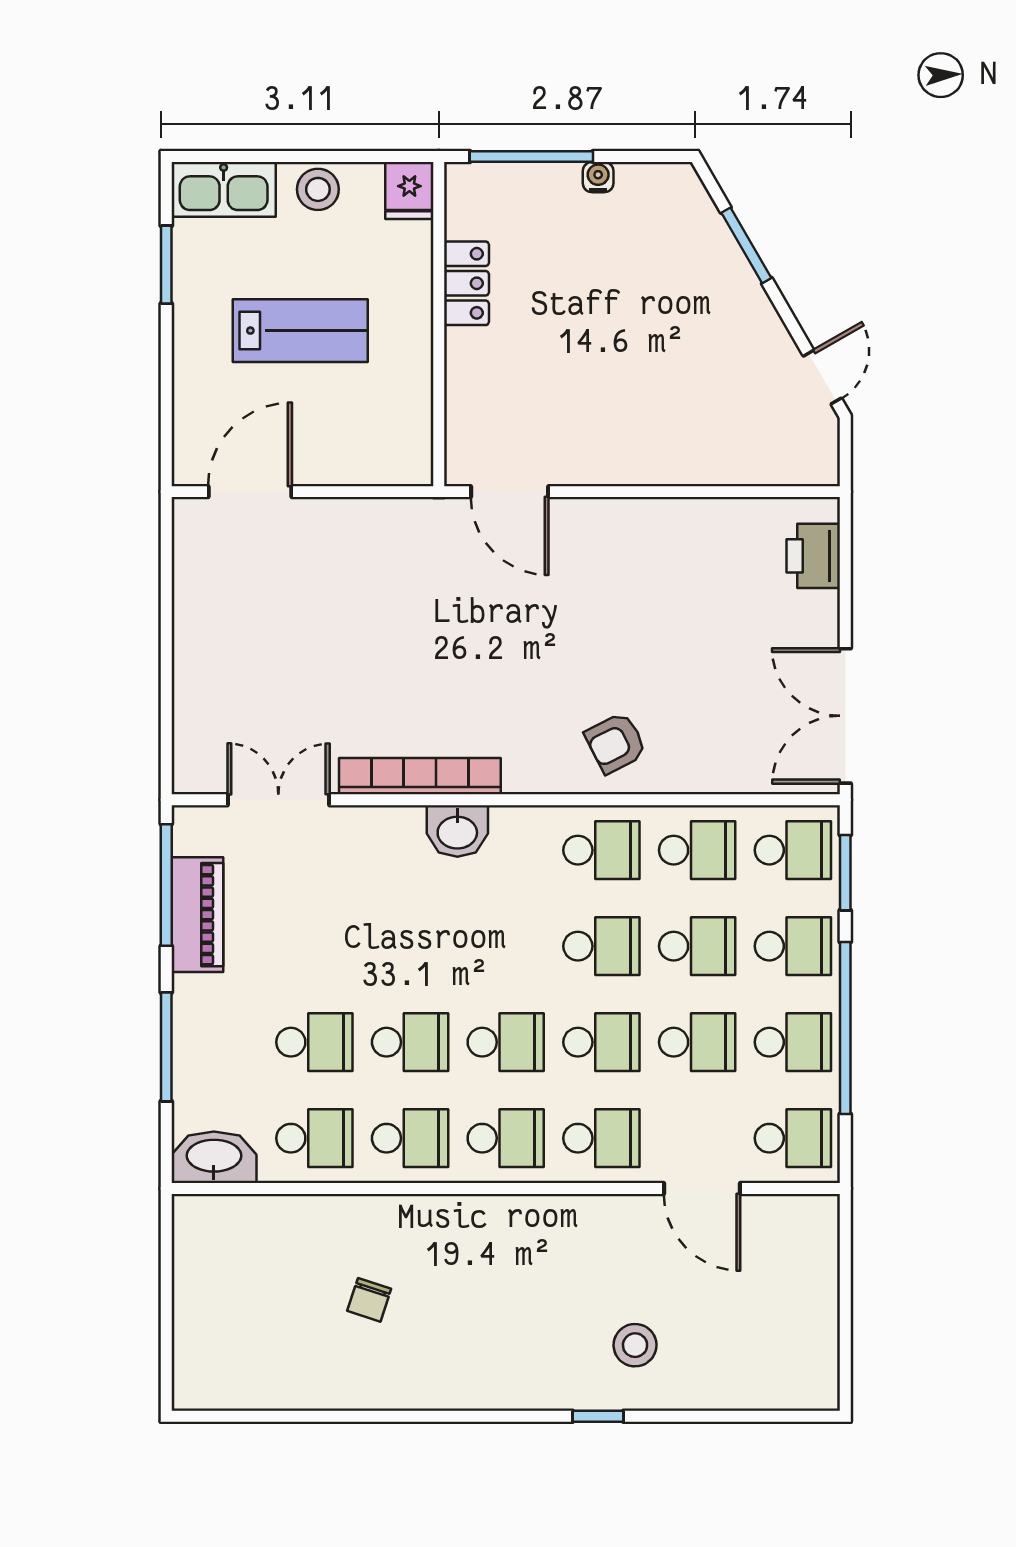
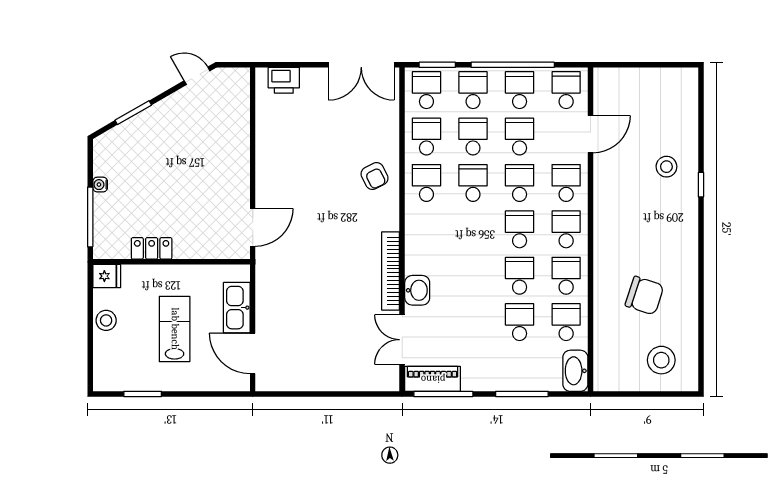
kitchen sink: (224, 189) -> (237, 308), moved, turned 180
washbasin: (457, 831) -> (417, 290), moved
piano: (197, 915) -> (433, 379), moved
chair: (369, 1300) -> (644, 296), width x1.87, depth x1.87
stool: (236, 1334) -> (661, 360), added

